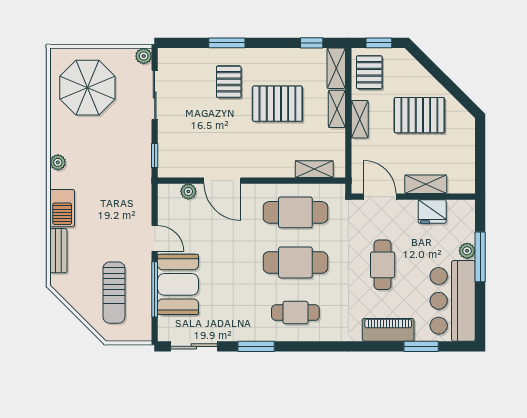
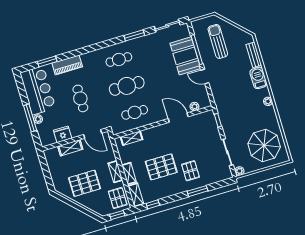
cafe table: (295, 212) -> (135, 112), width x0.73, depth x0.74

